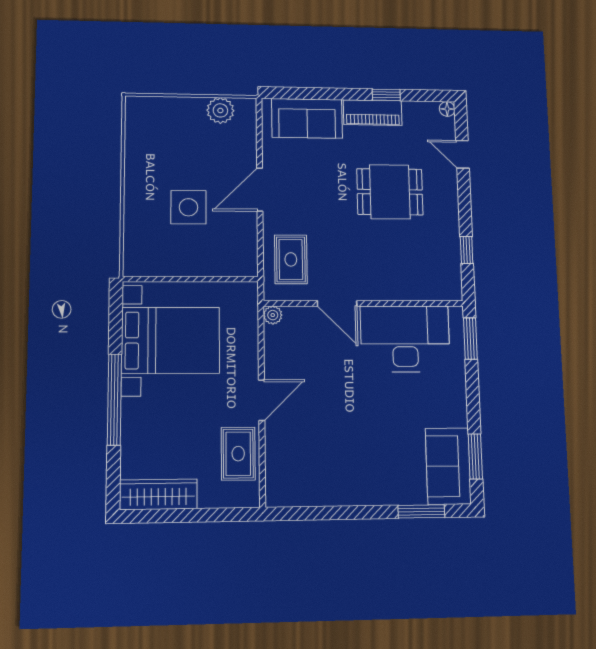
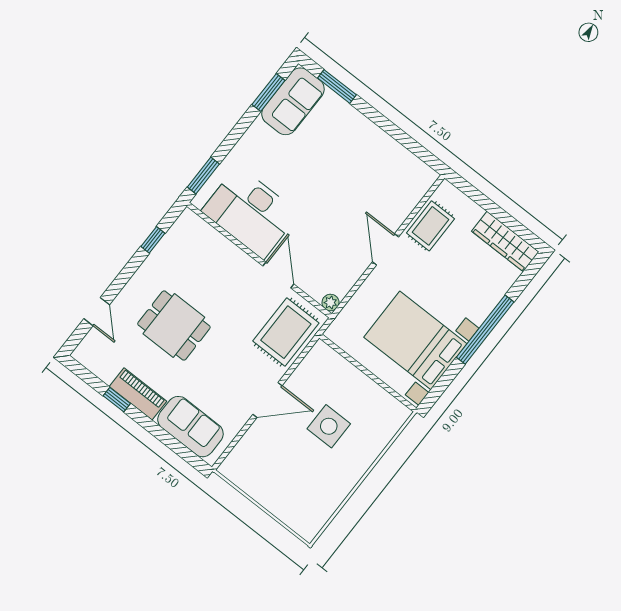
floor lamp: (447, 109) -> (79, 354), removed
plant: (220, 110) -> (249, 481), removed
rug: (291, 259) -> (286, 332), width x1.36, depth x1.43
door: (262, 400) -> (386, 249), hinge flipped

